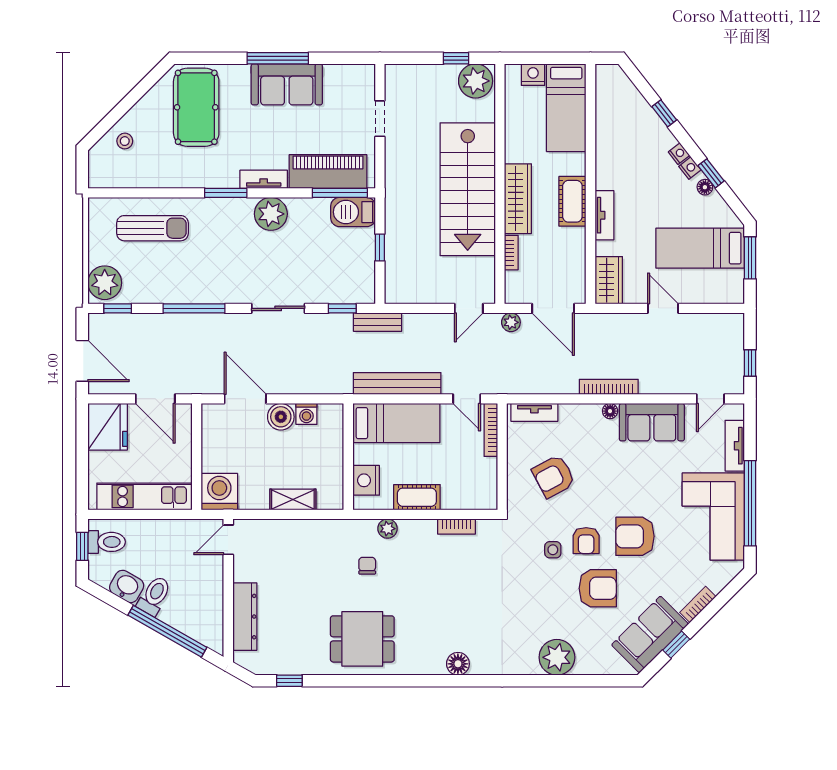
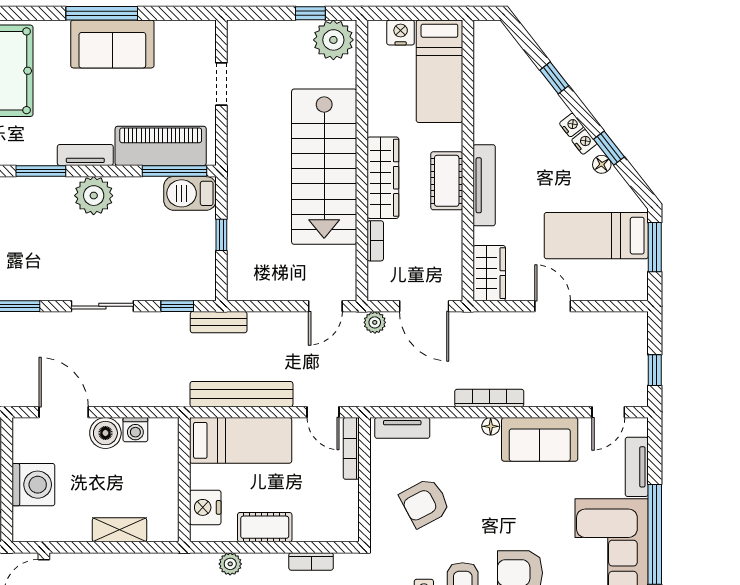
tv unit: (604, 215) -> (484, 185), width x1.41
washing machine: (219, 492) -> (33, 485), moved, turned 90

